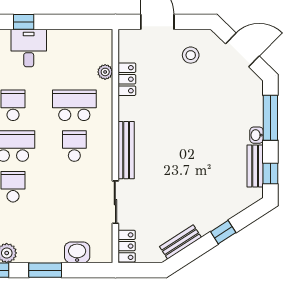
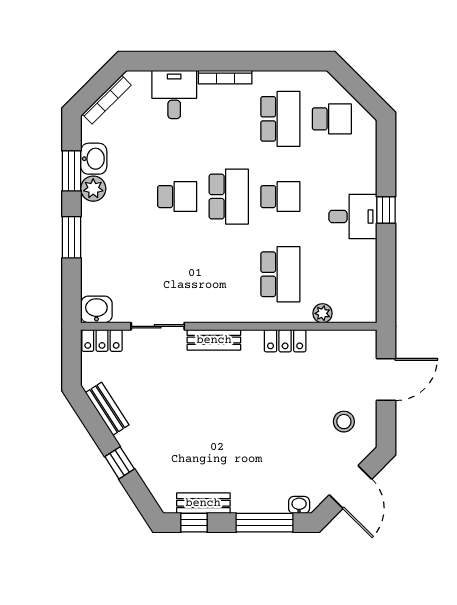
locker: (127, 79) -> (285, 341), moved
washbasin: (257, 135) -> (299, 505), moved
school desk: (74, 146) -> (229, 274), removed
bench: (126, 150) -> (214, 340), width x0.73
washbasin: (77, 252) -> (96, 309), moved, turned -90

